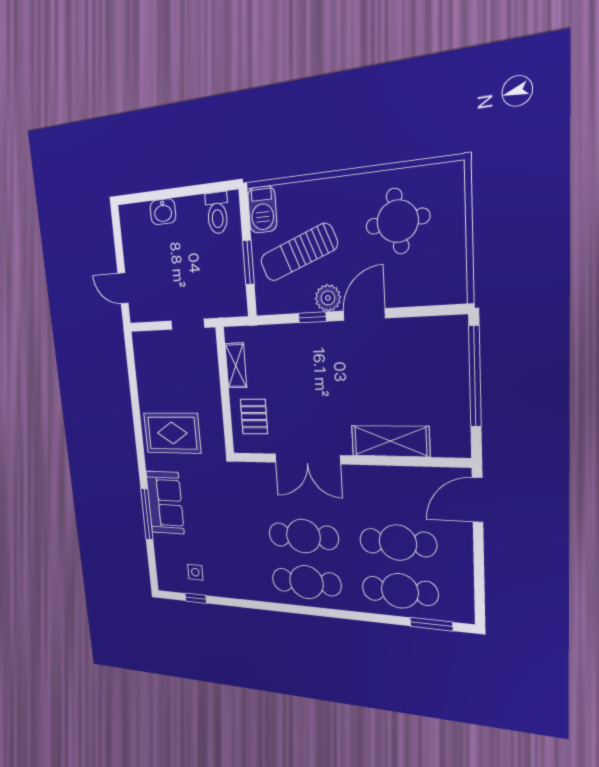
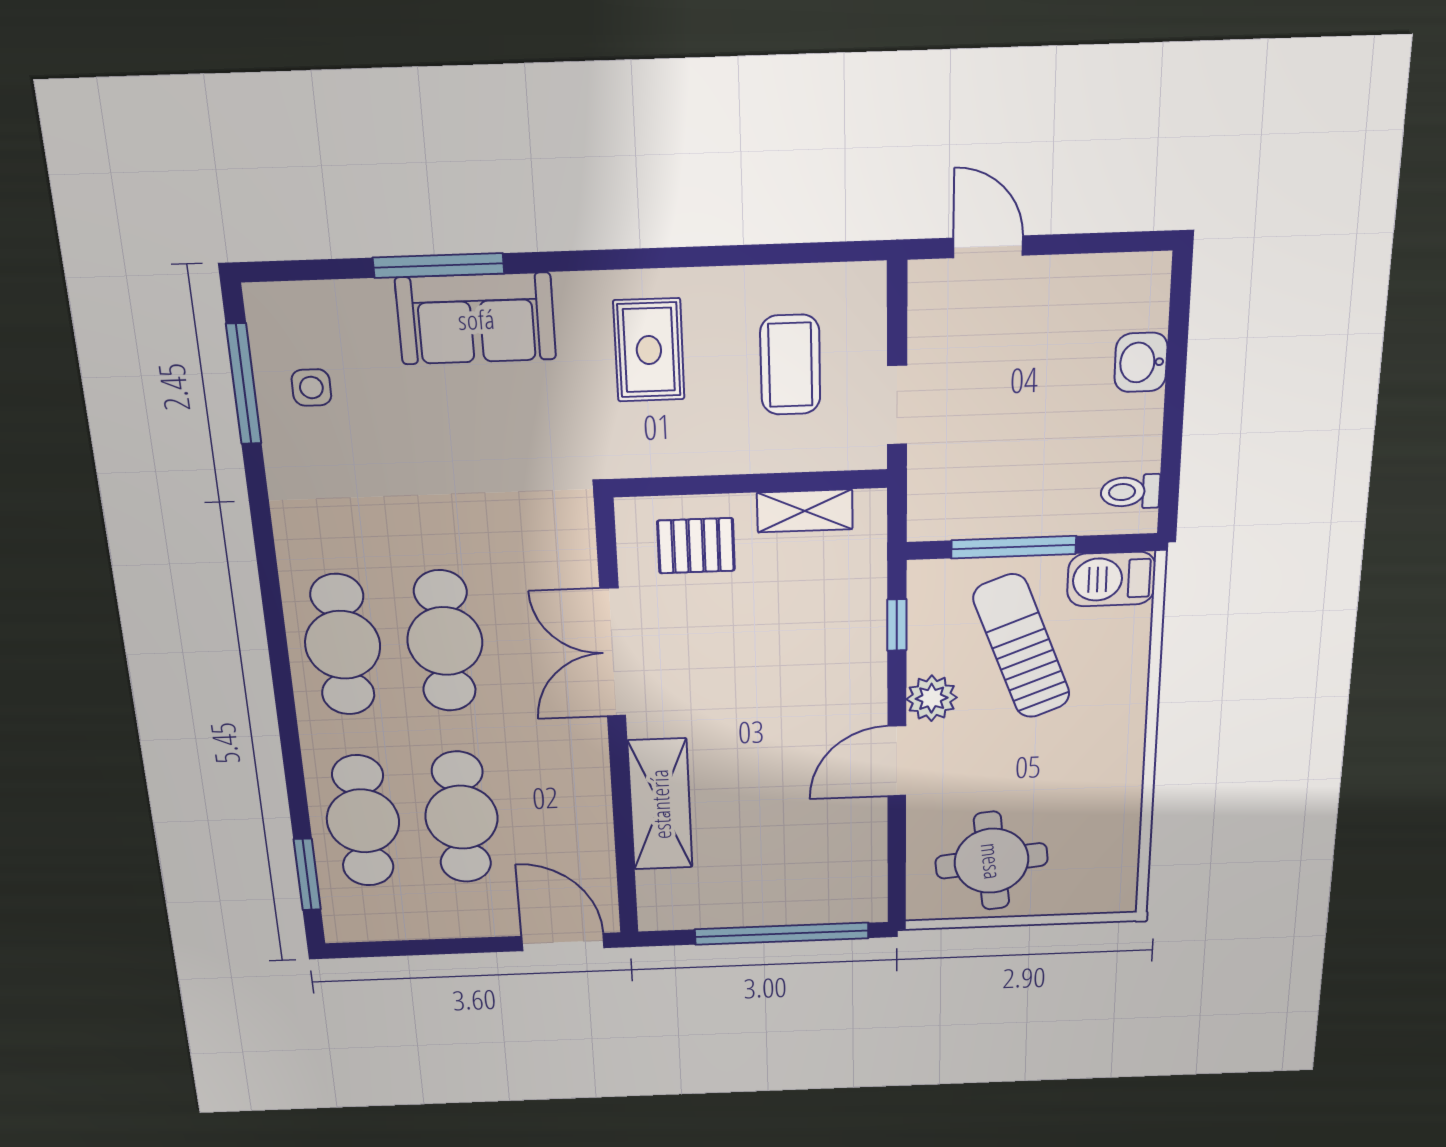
toilet: (217, 213) -> (1130, 492), width x0.73, depth x0.72
round table: (398, 221) -> (992, 861), moved
window: (248, 262) -> (1014, 547), width x1.44
door: (123, 288) -> (988, 247), hinge flipped
door: (364, 314) -> (897, 761), swing flipped
window: (312, 317) -> (897, 625), moved
coffee table: (174, 373) -> (790, 365), added
rug: (172, 433) -> (649, 350), width x0.73, depth x0.70
window: (196, 598) -> (244, 384), width x2.17

